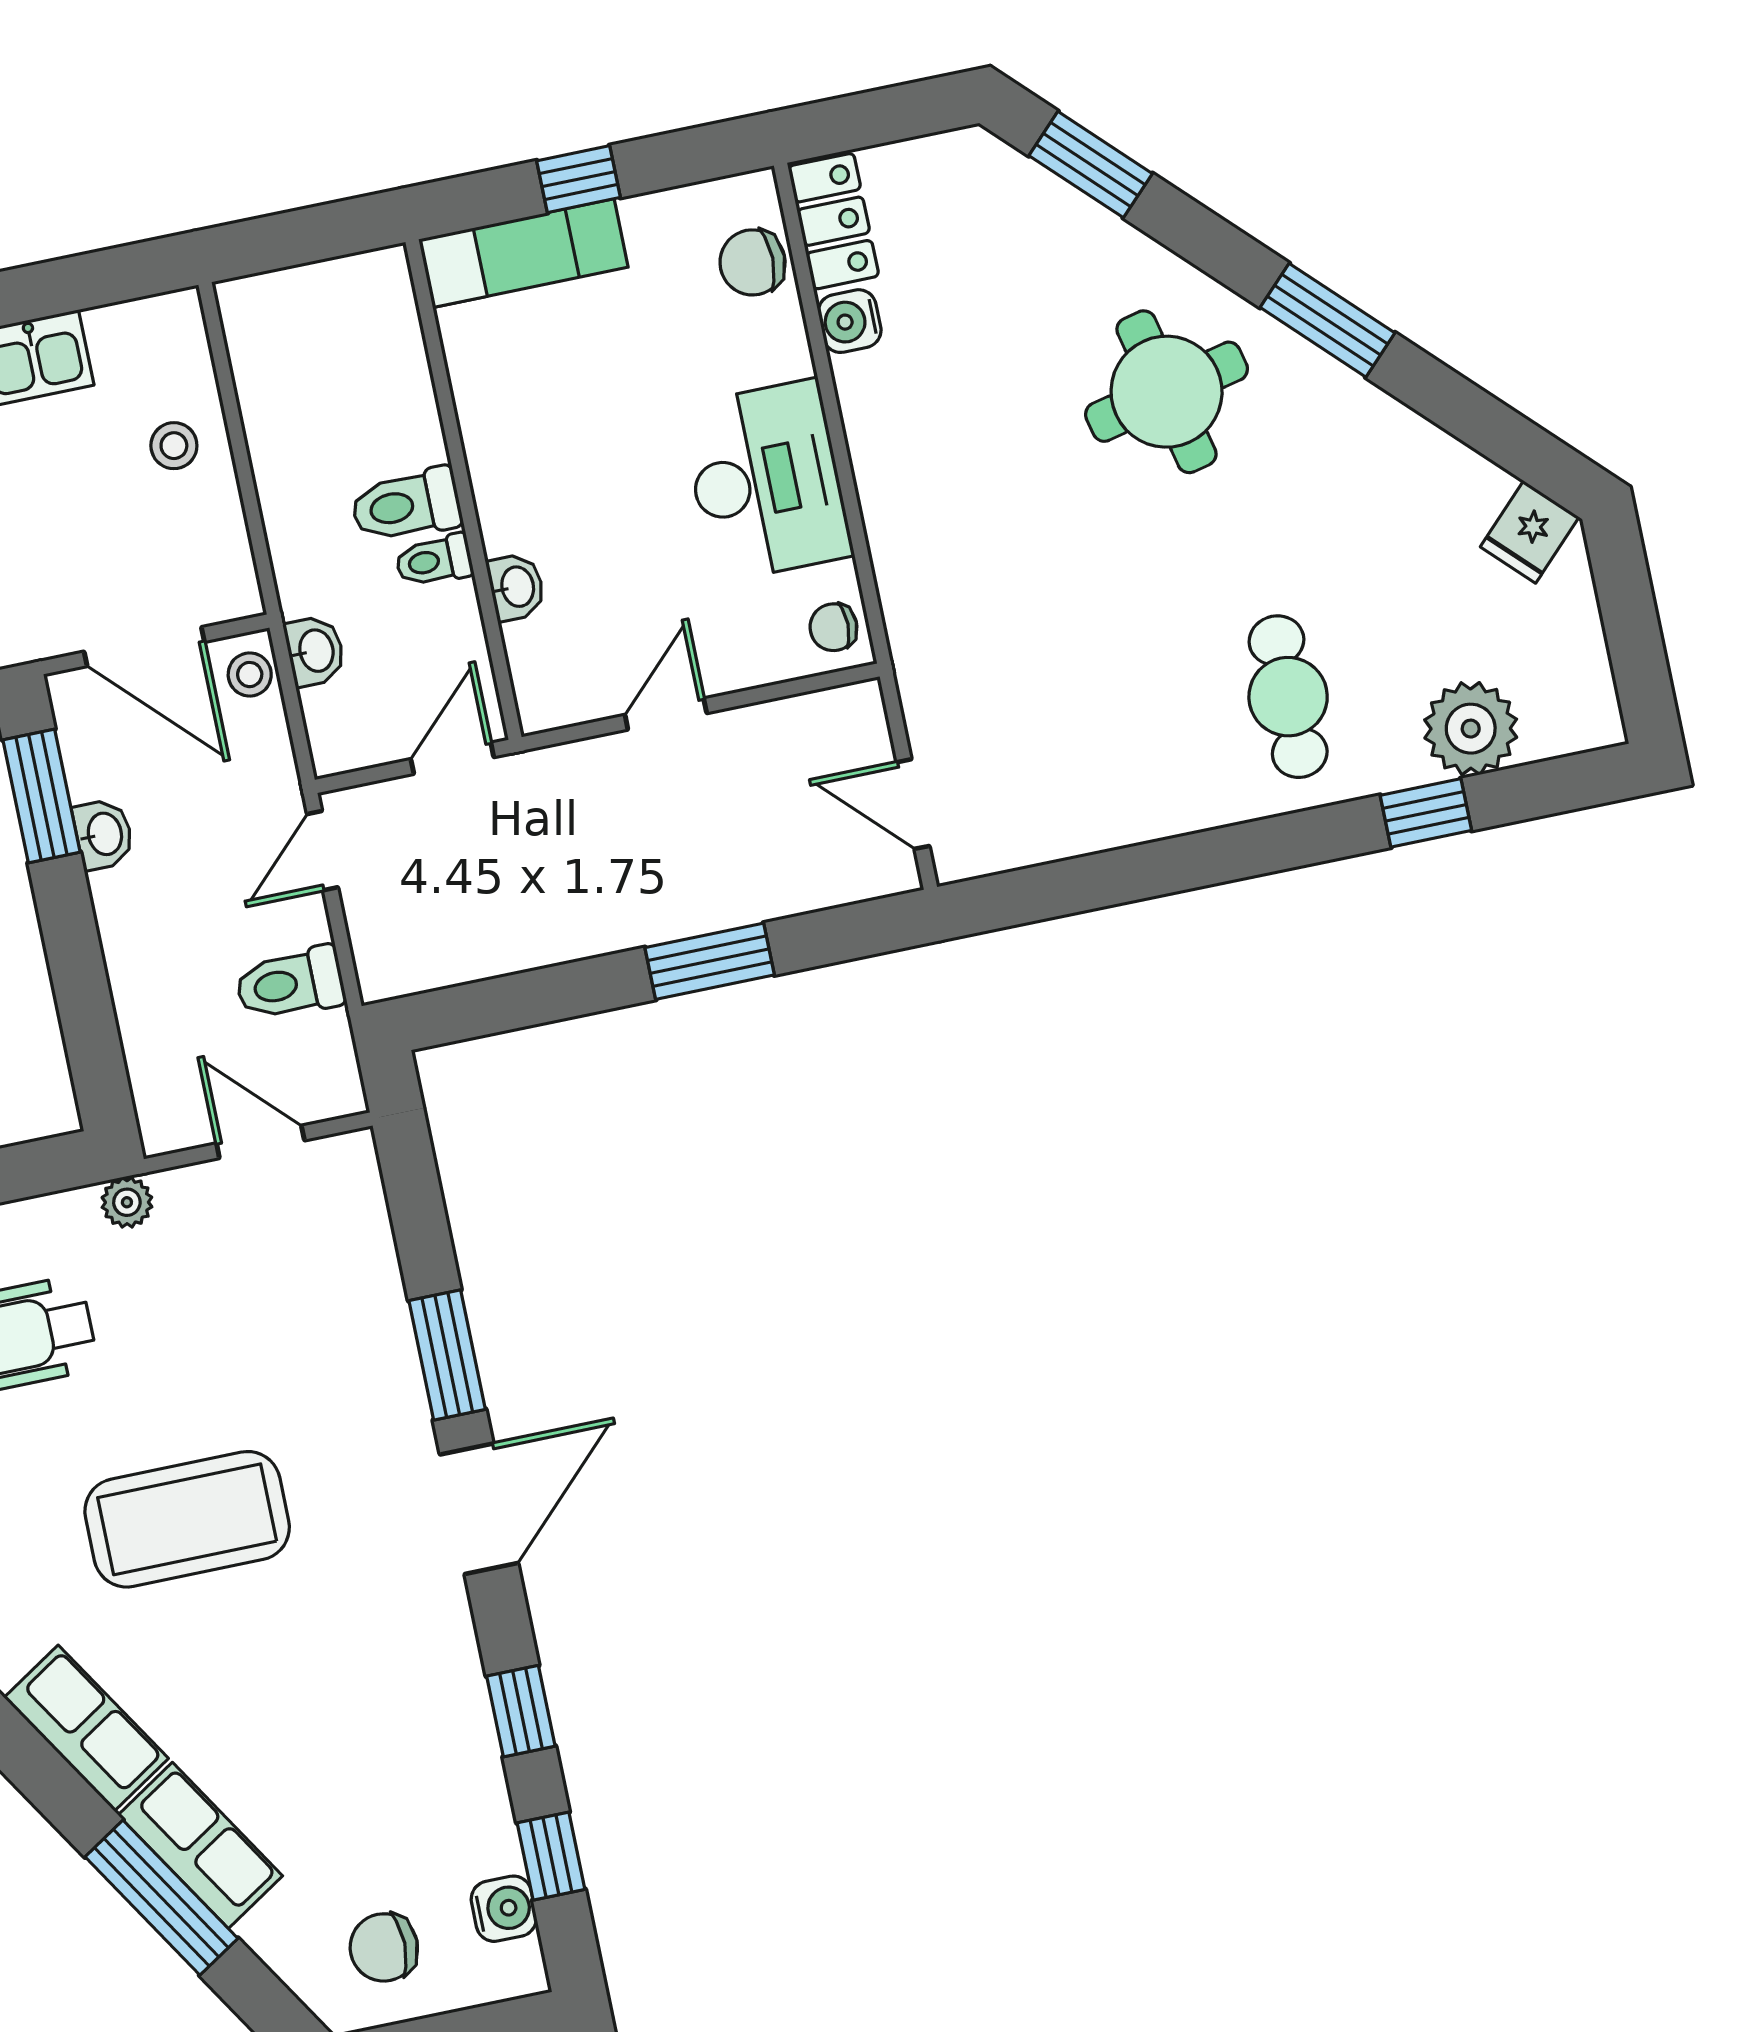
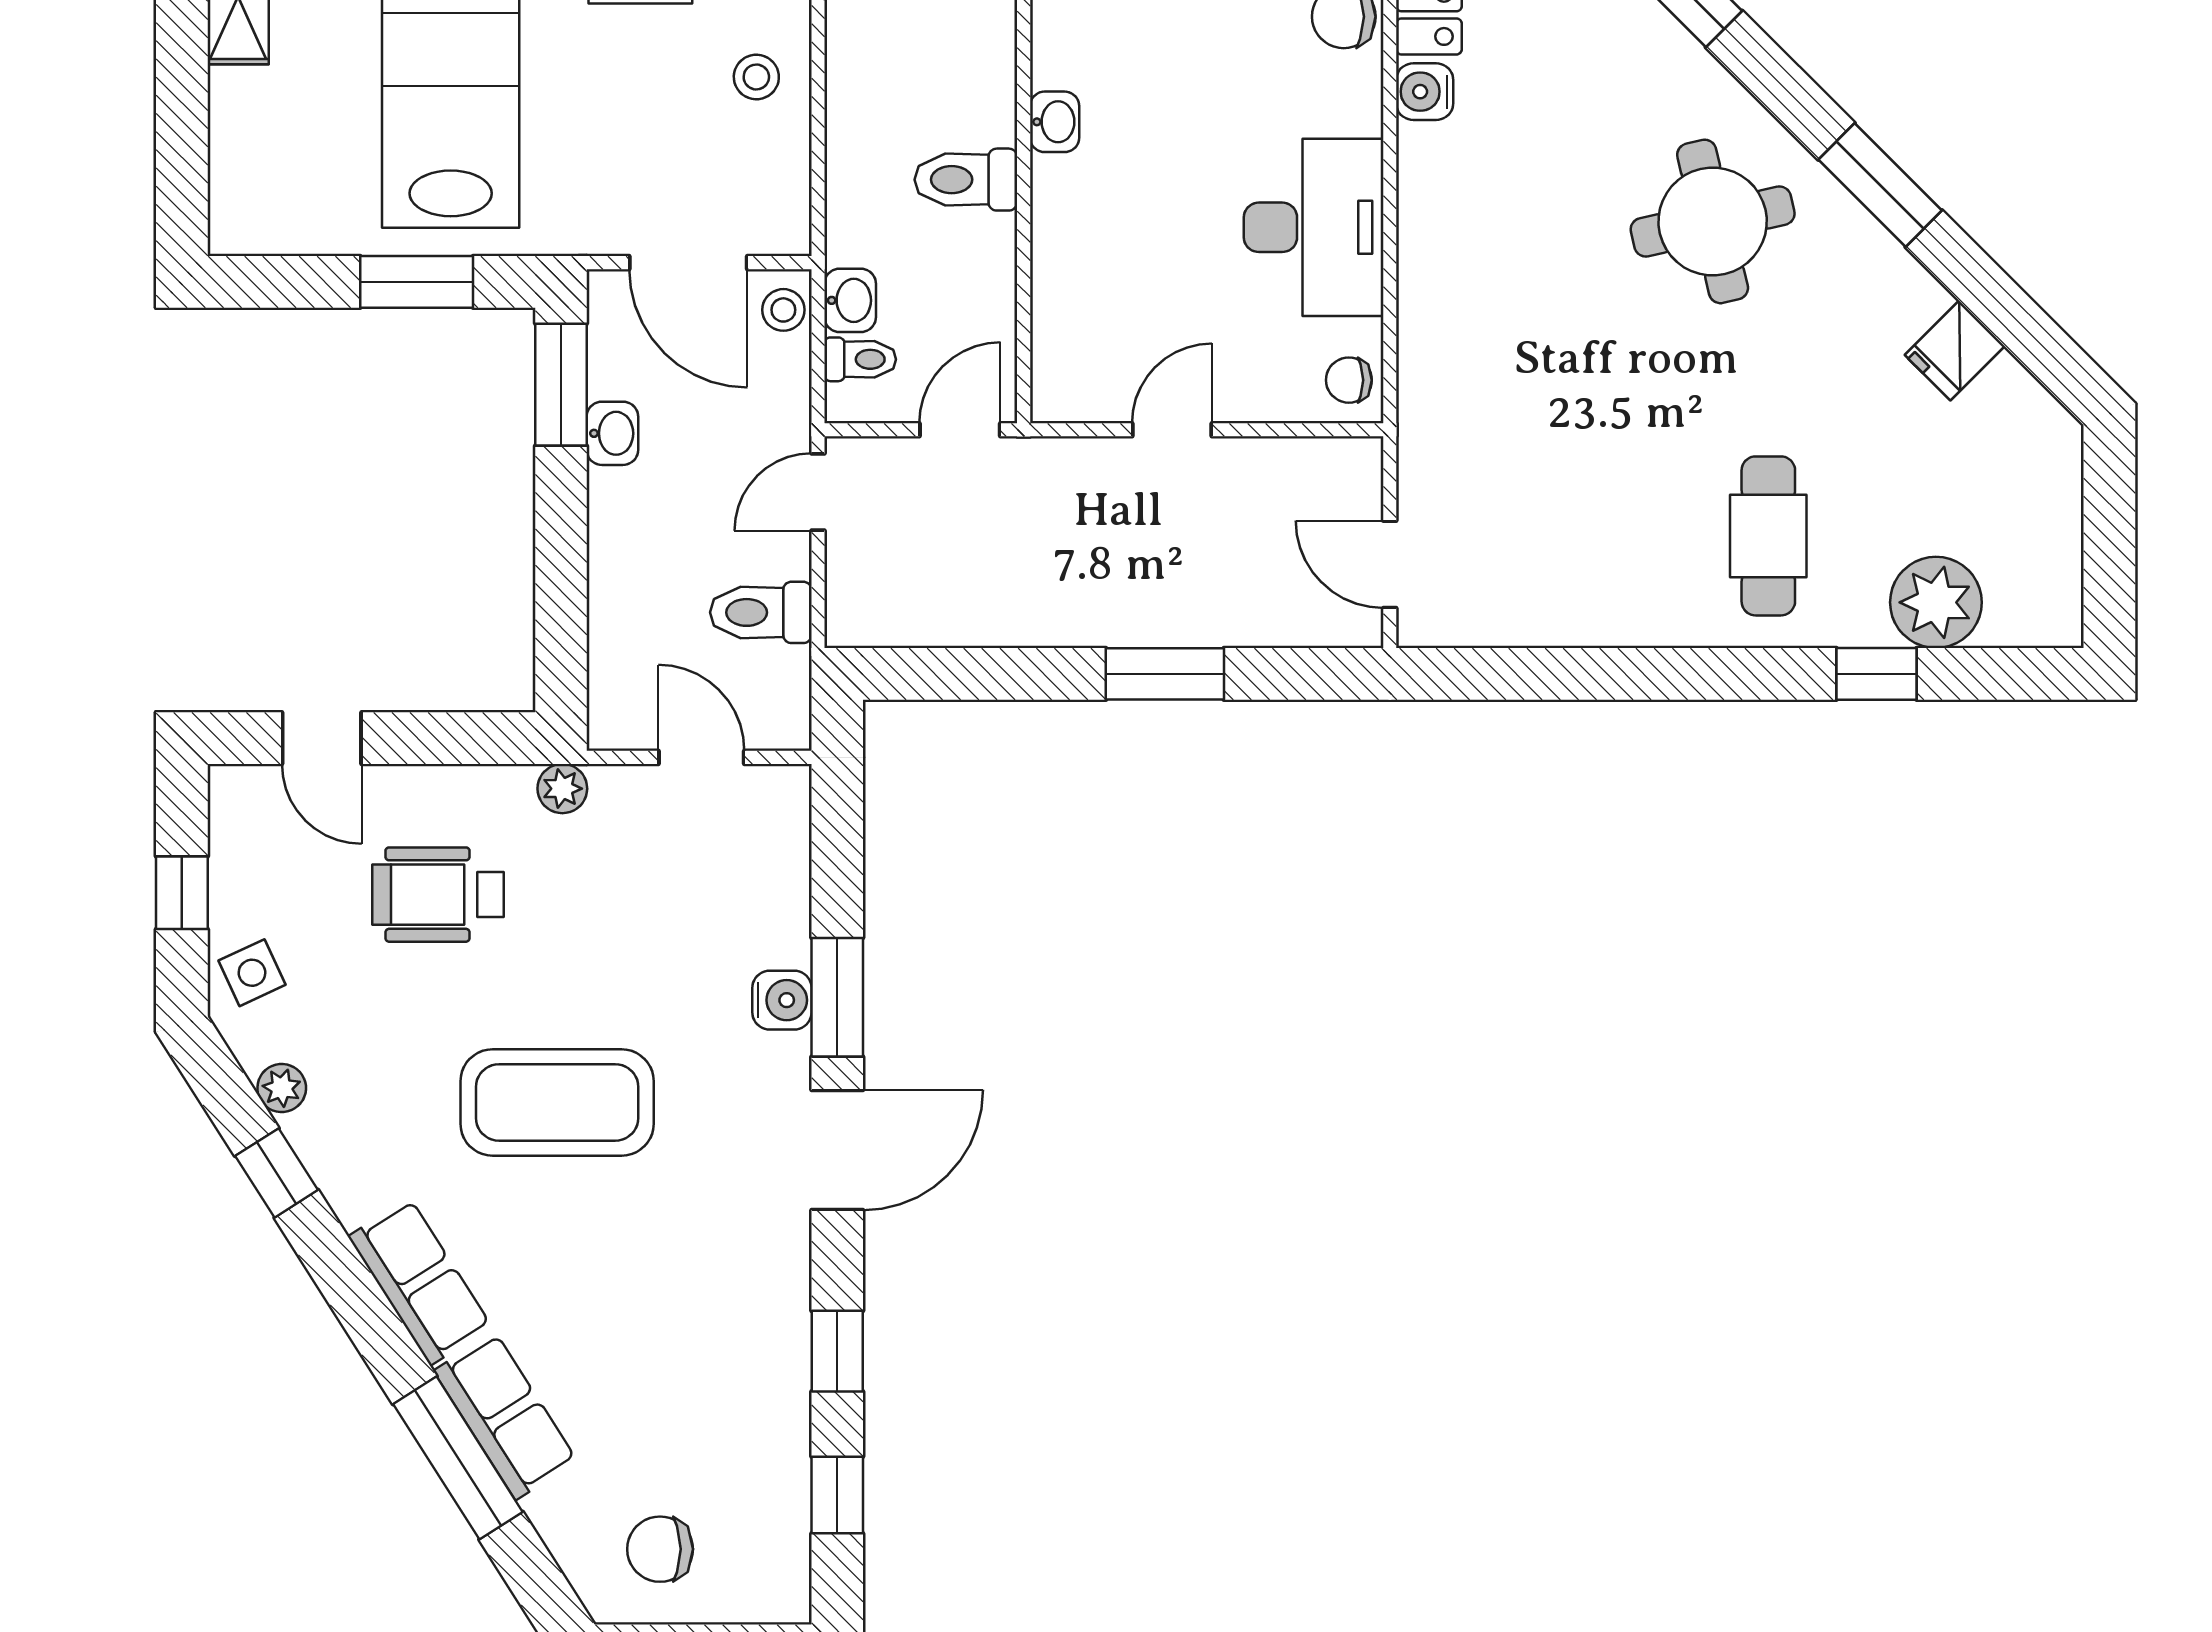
fridge: (1530, 532) -> (1955, 350), moved
toilet: (434, 561) -> (860, 359), moved, turned 180
washbasin: (516, 587) -> (1055, 122), moved
water cooler: (504, 1909) -> (782, 1000), moved

